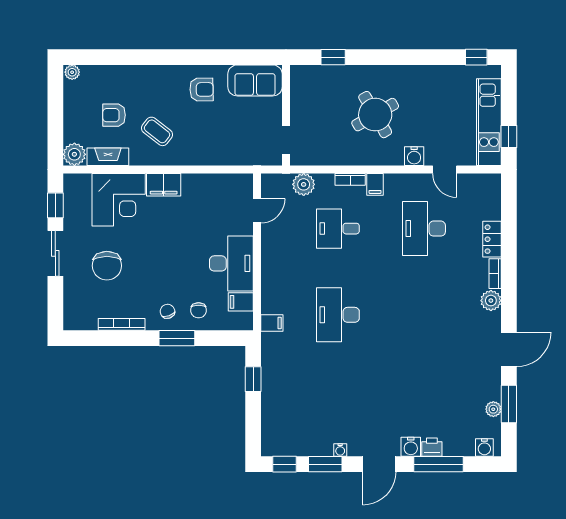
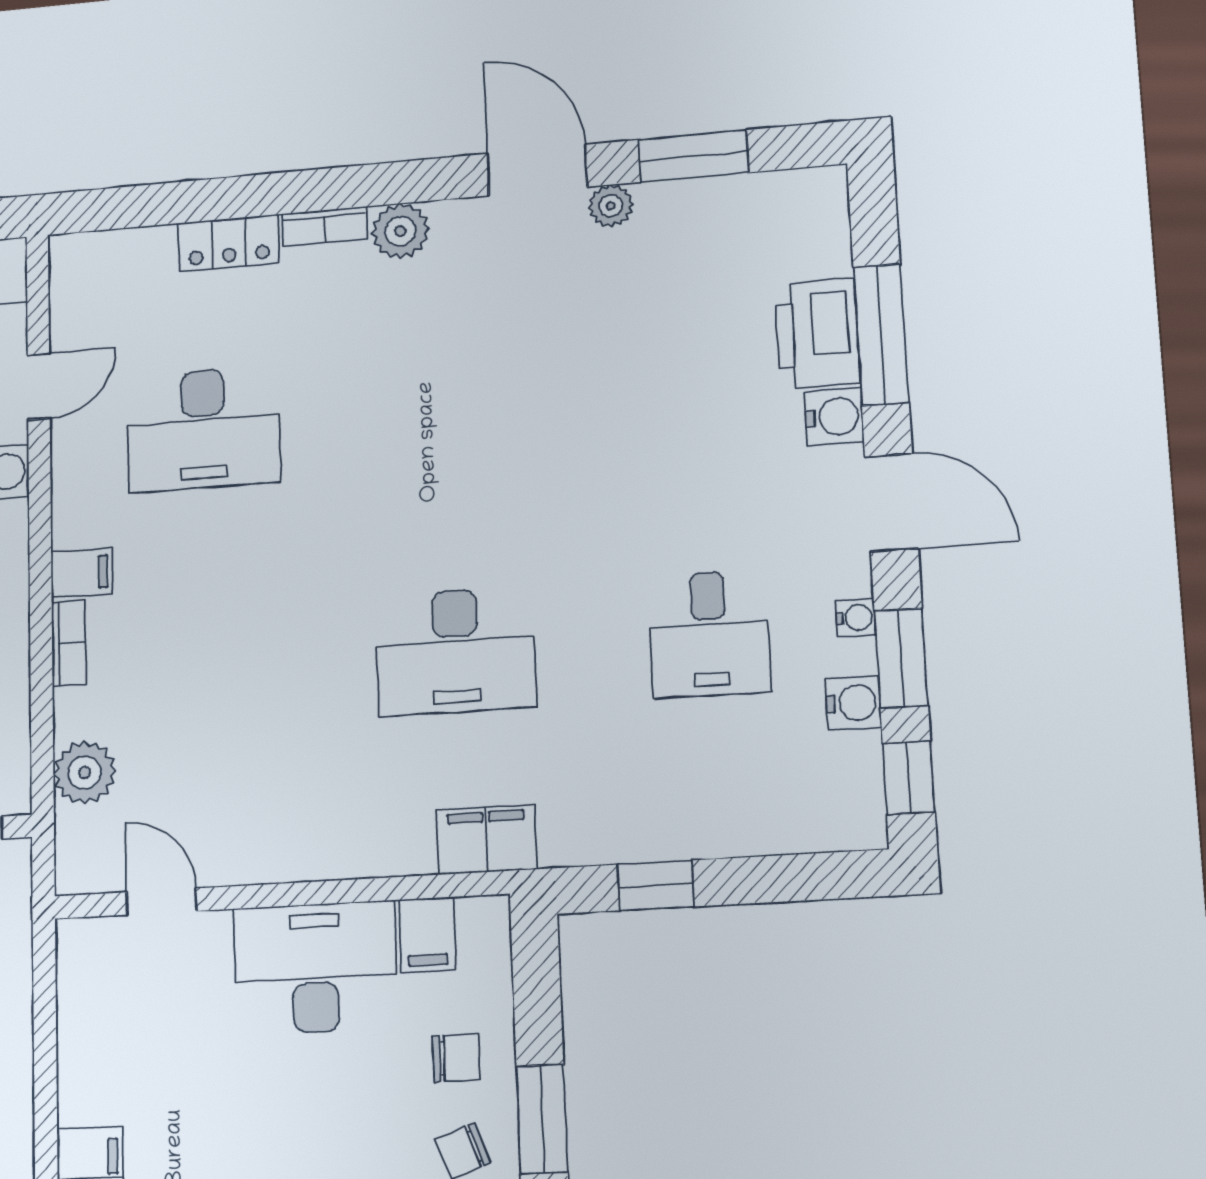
desk: (338, 229) -> (709, 634), moved
filing cabinet: (272, 323) -> (486, 840), width x2.00
plant: (493, 409) -> (611, 206), moved
printer: (432, 447) -> (817, 334), width x1.87, depth x1.48
water cooler: (484, 447) -> (853, 703), moved

